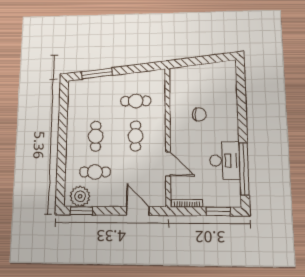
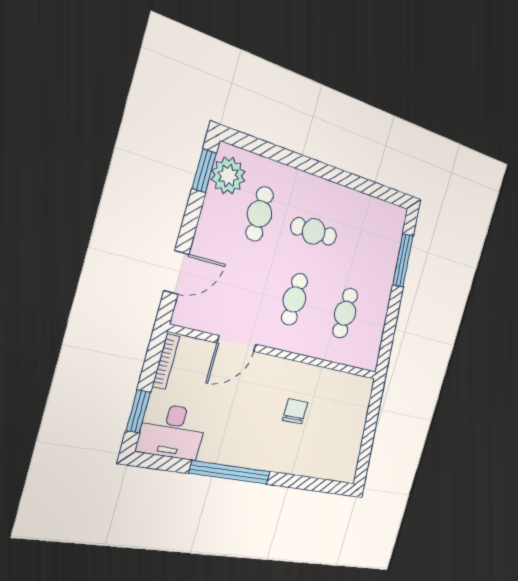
chair: (199, 115) -> (295, 411), turned 180
cafe table: (136, 136) -> (294, 299), turned 90
desk: (225, 161) -> (172, 432), moved
window: (244, 169) -> (230, 472), moved

